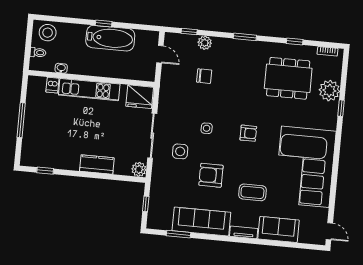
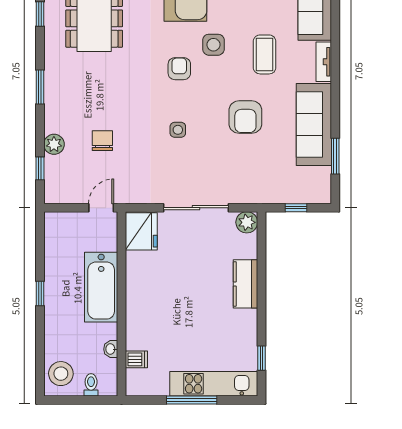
bathtub: (110, 38) -> (101, 287), moved, turned 180
door: (160, 54) -> (101, 208), moved
kitchen unit: (89, 90) -> (214, 384), moved, turned -90
side table: (180, 151) -> (213, 45), moved

